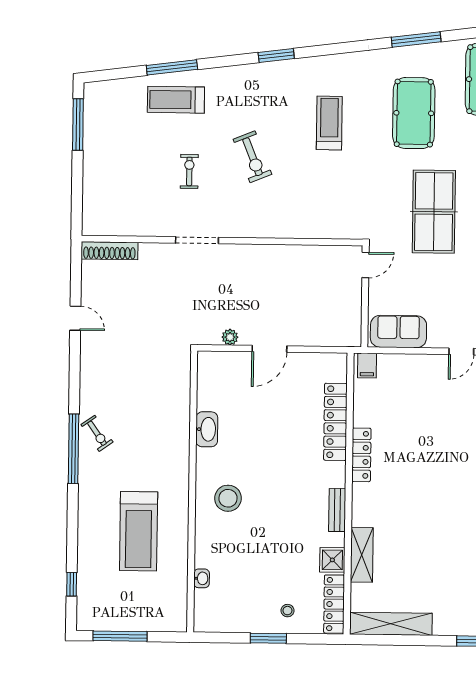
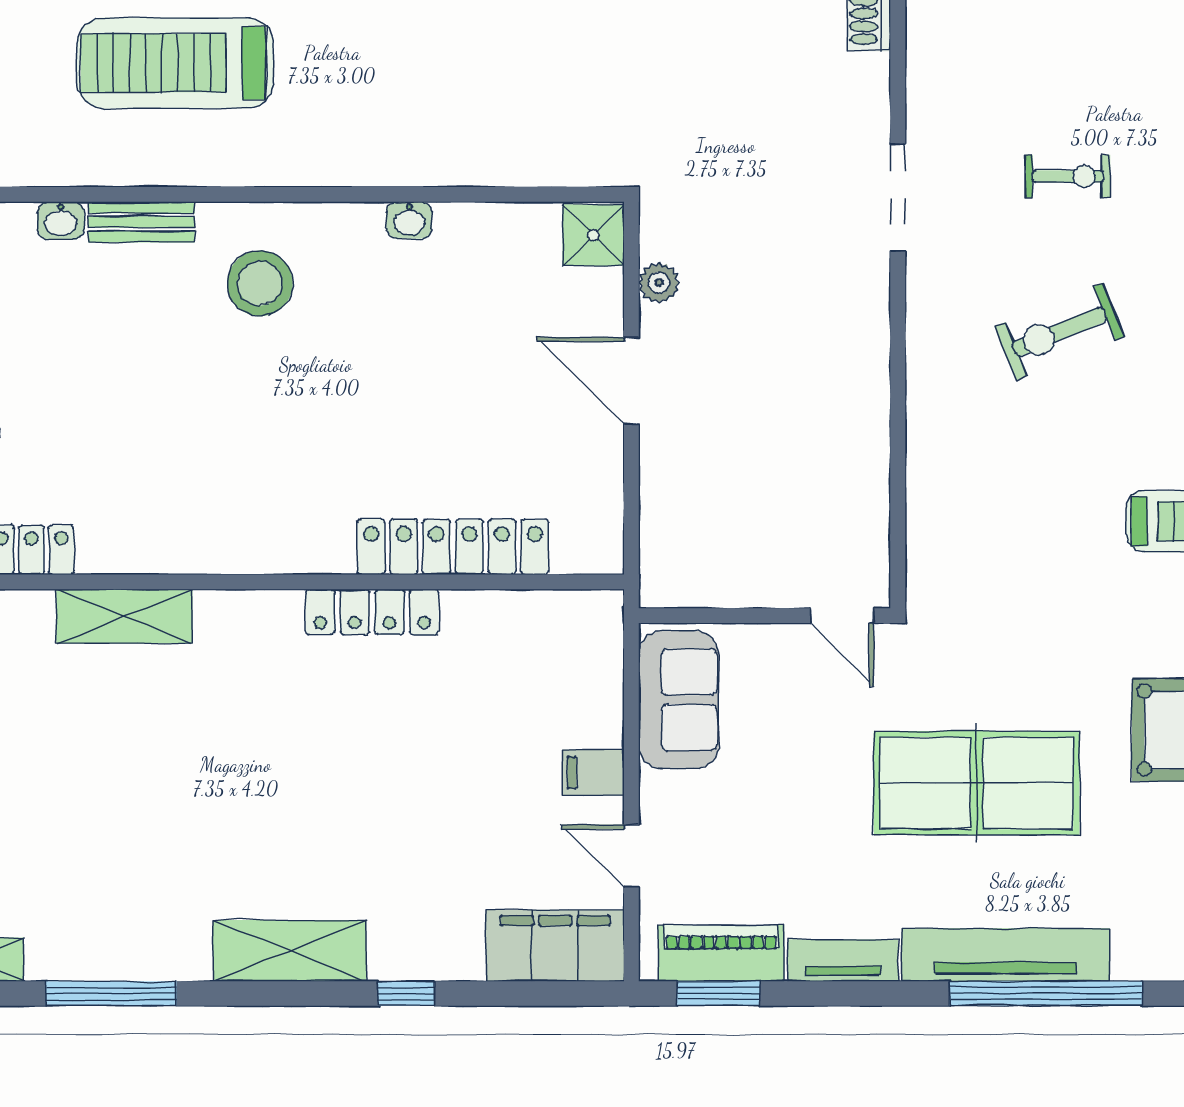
exercise bike: (252, 157) -> (1060, 332), moved
filing cabinet: (367, 366) -> (593, 773), moved
washbasin: (207, 429) -> (409, 220), width x0.52, depth x0.69
bench: (337, 510) -> (141, 222), moved
shower: (332, 560) -> (593, 235), moved

